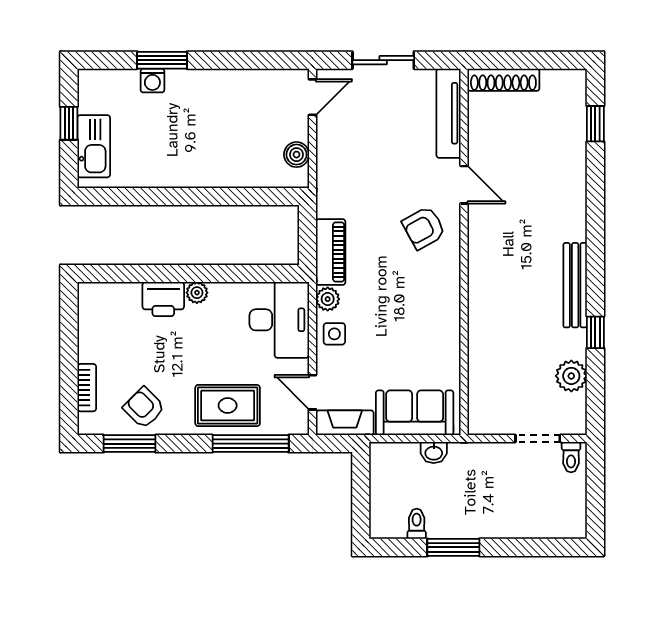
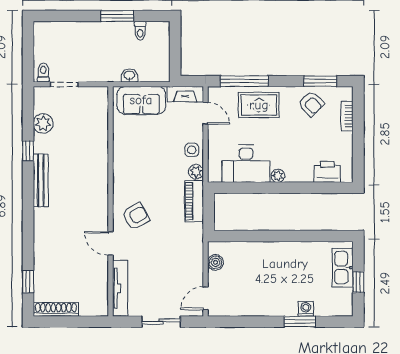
shoe rack: (503, 80) -> (56, 309), moved
printer: (163, 299) -> (327, 172), moved
desk: (279, 320) -> (246, 164), moved, turned -90

